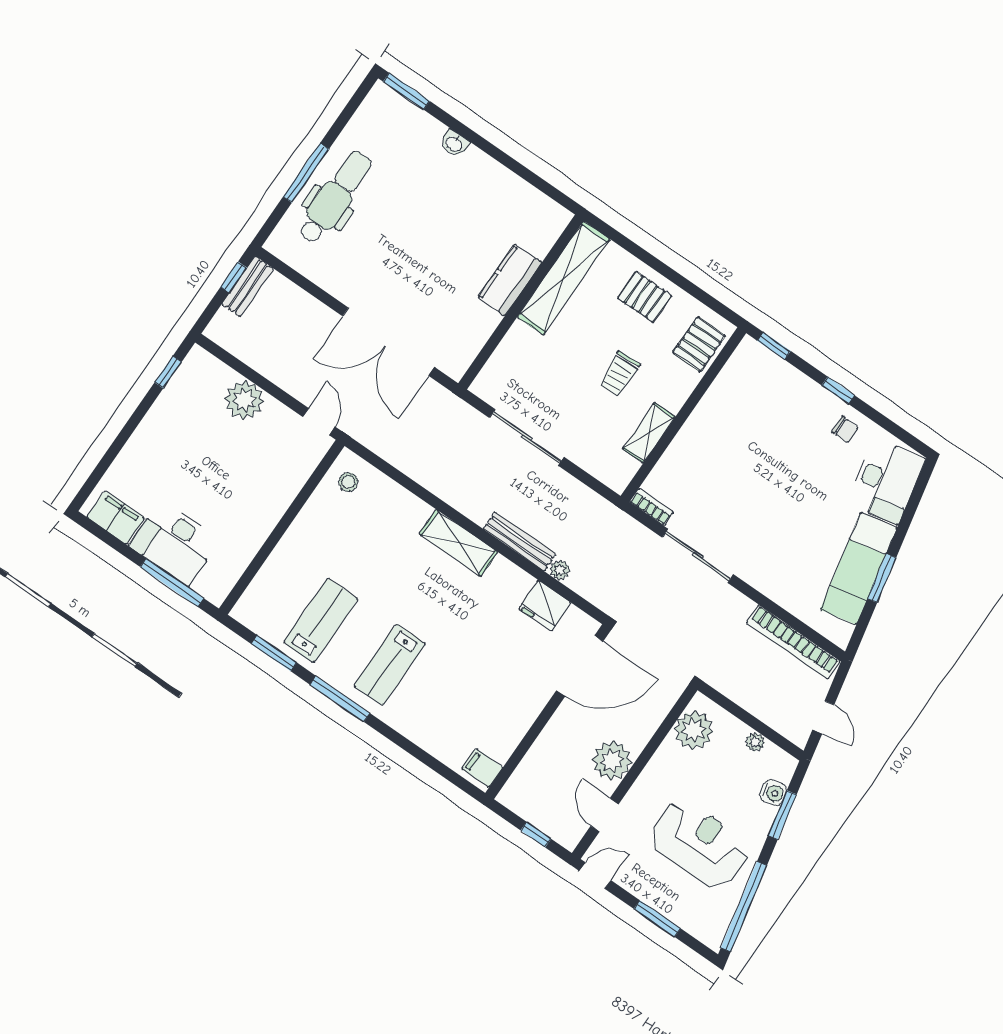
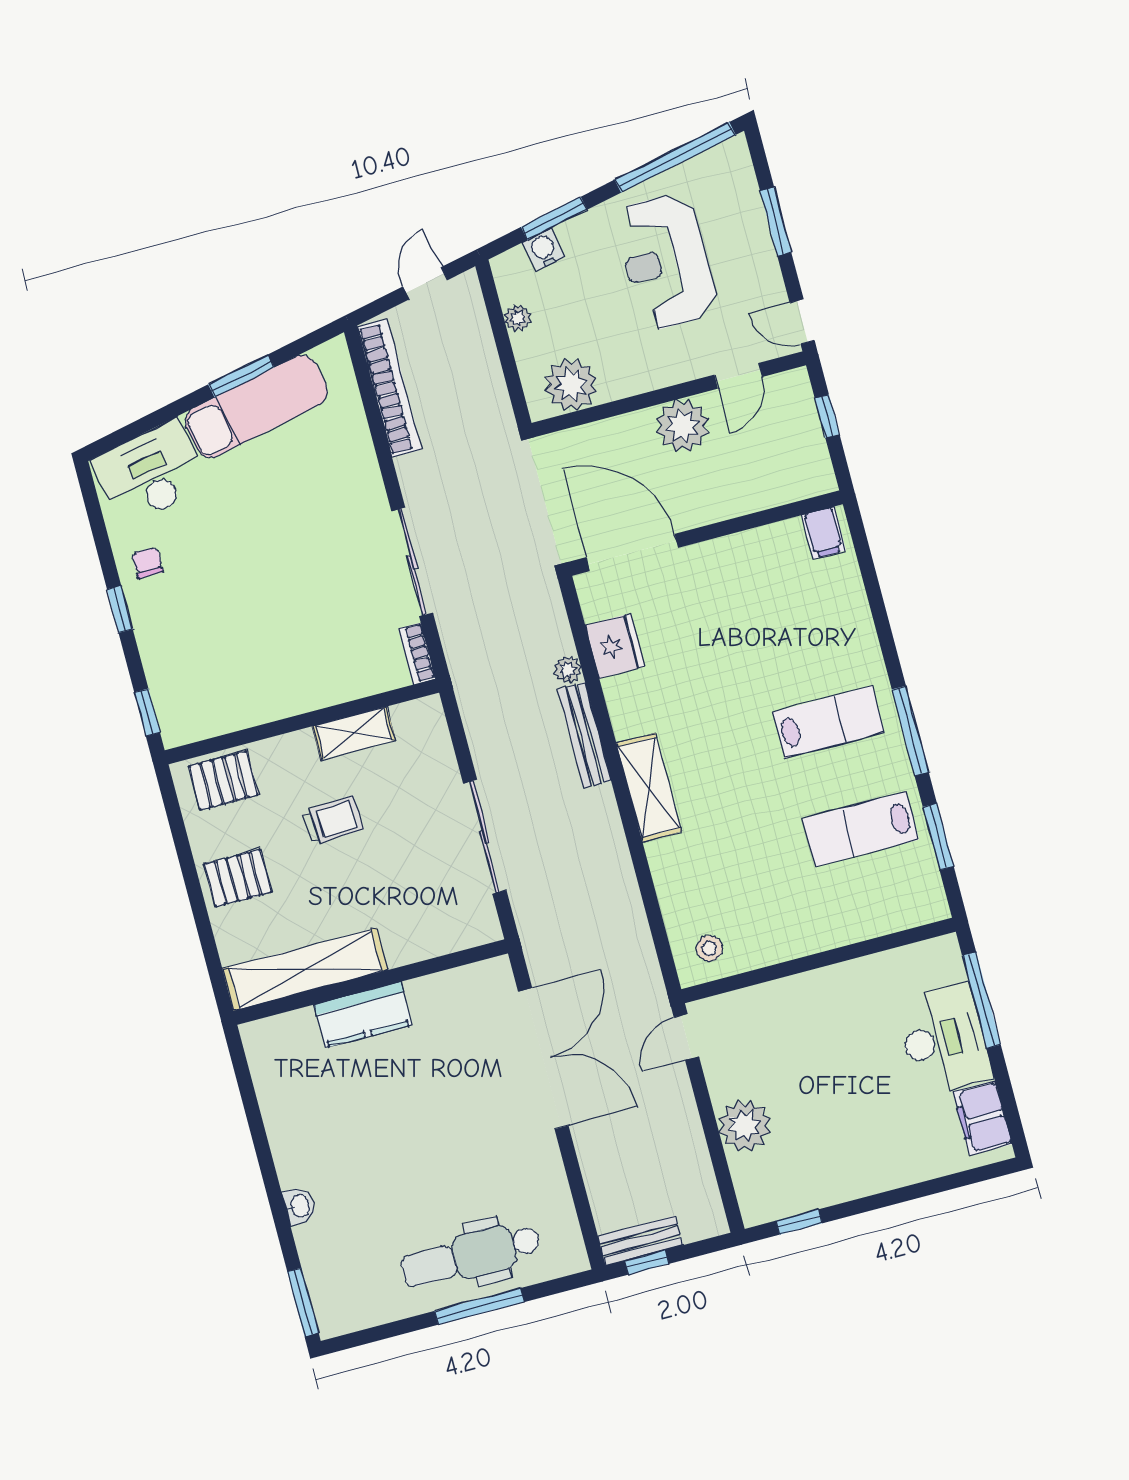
pallet: (645, 297) -> (238, 878), turned 90

